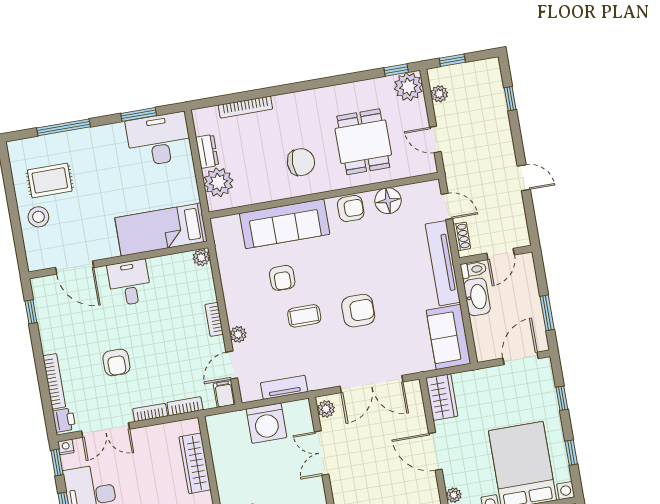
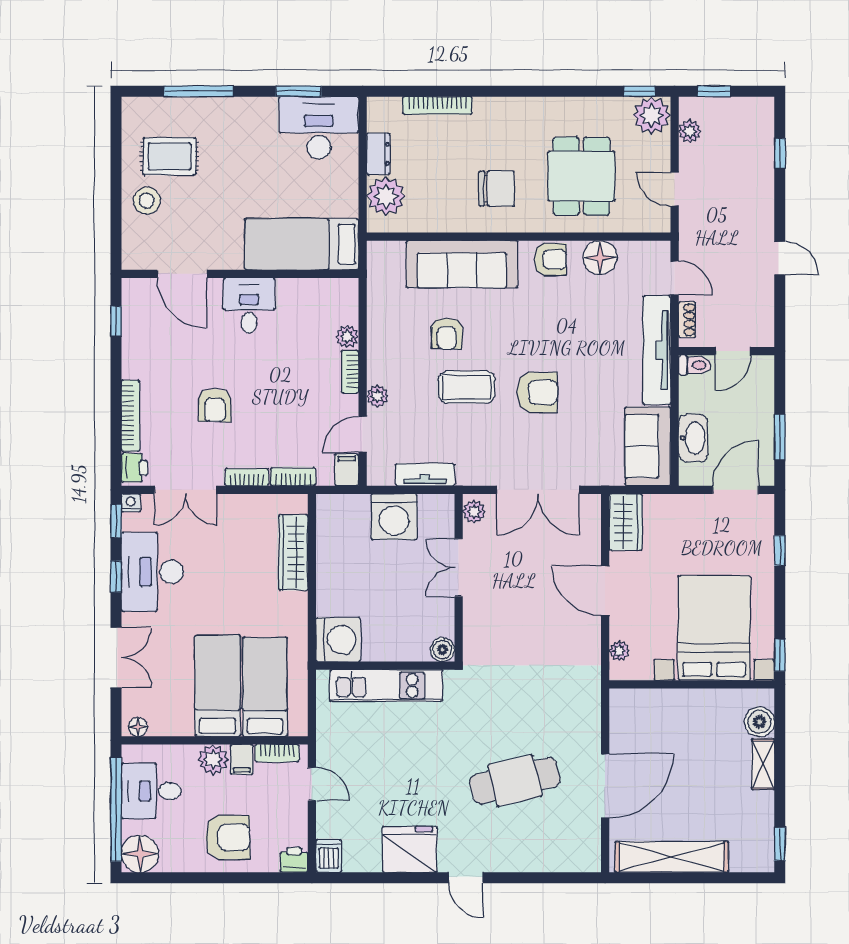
plant: (201, 258) -> (347, 337), moved
washbasin: (477, 297) -> (693, 438), moved
coffee table: (304, 316) -> (467, 387), width x1.36, depth x1.30
window: (571, 453) -> (780, 655), moved

